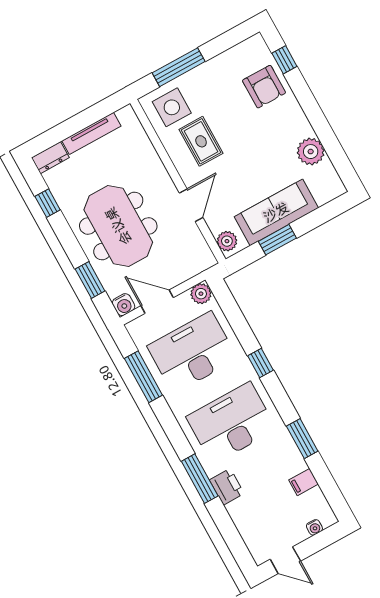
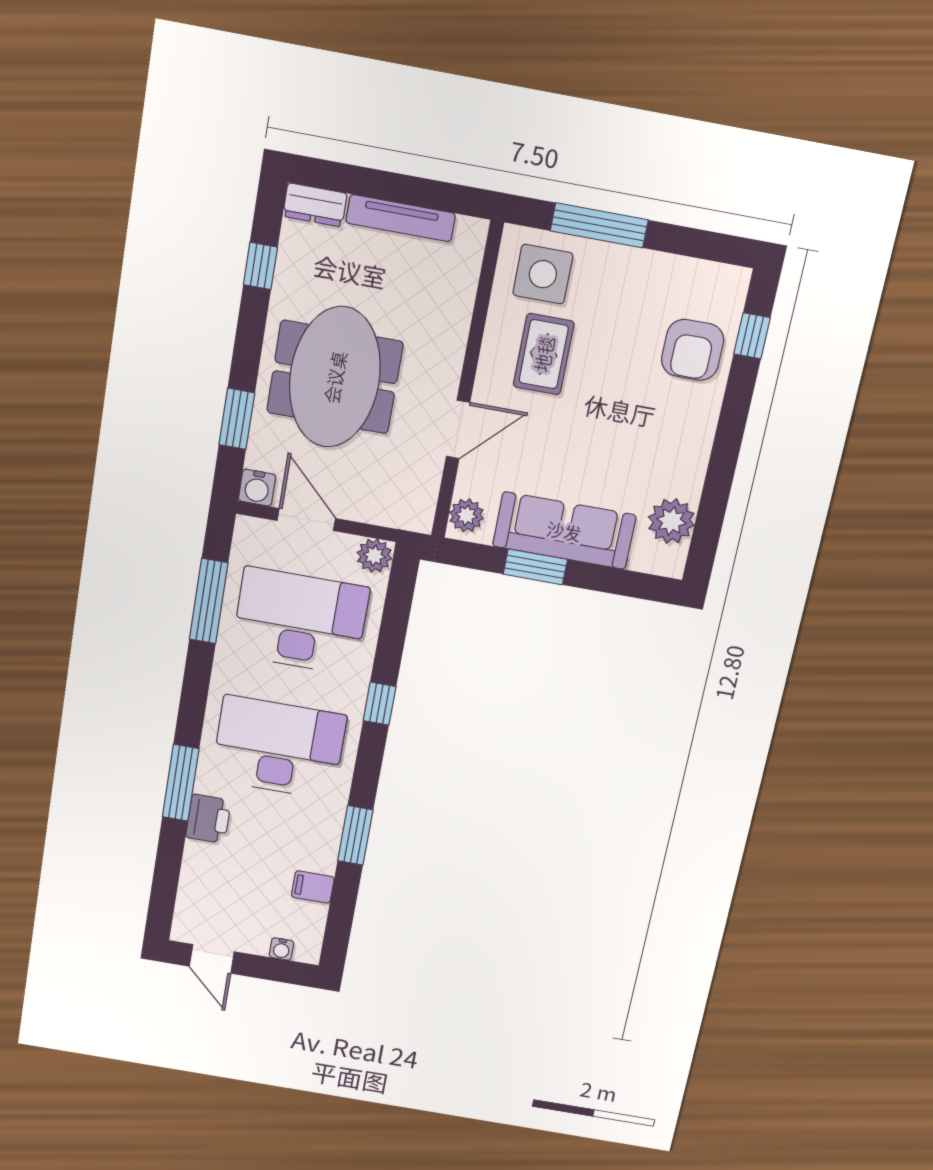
plant: (311, 152) -> (671, 521), moved

